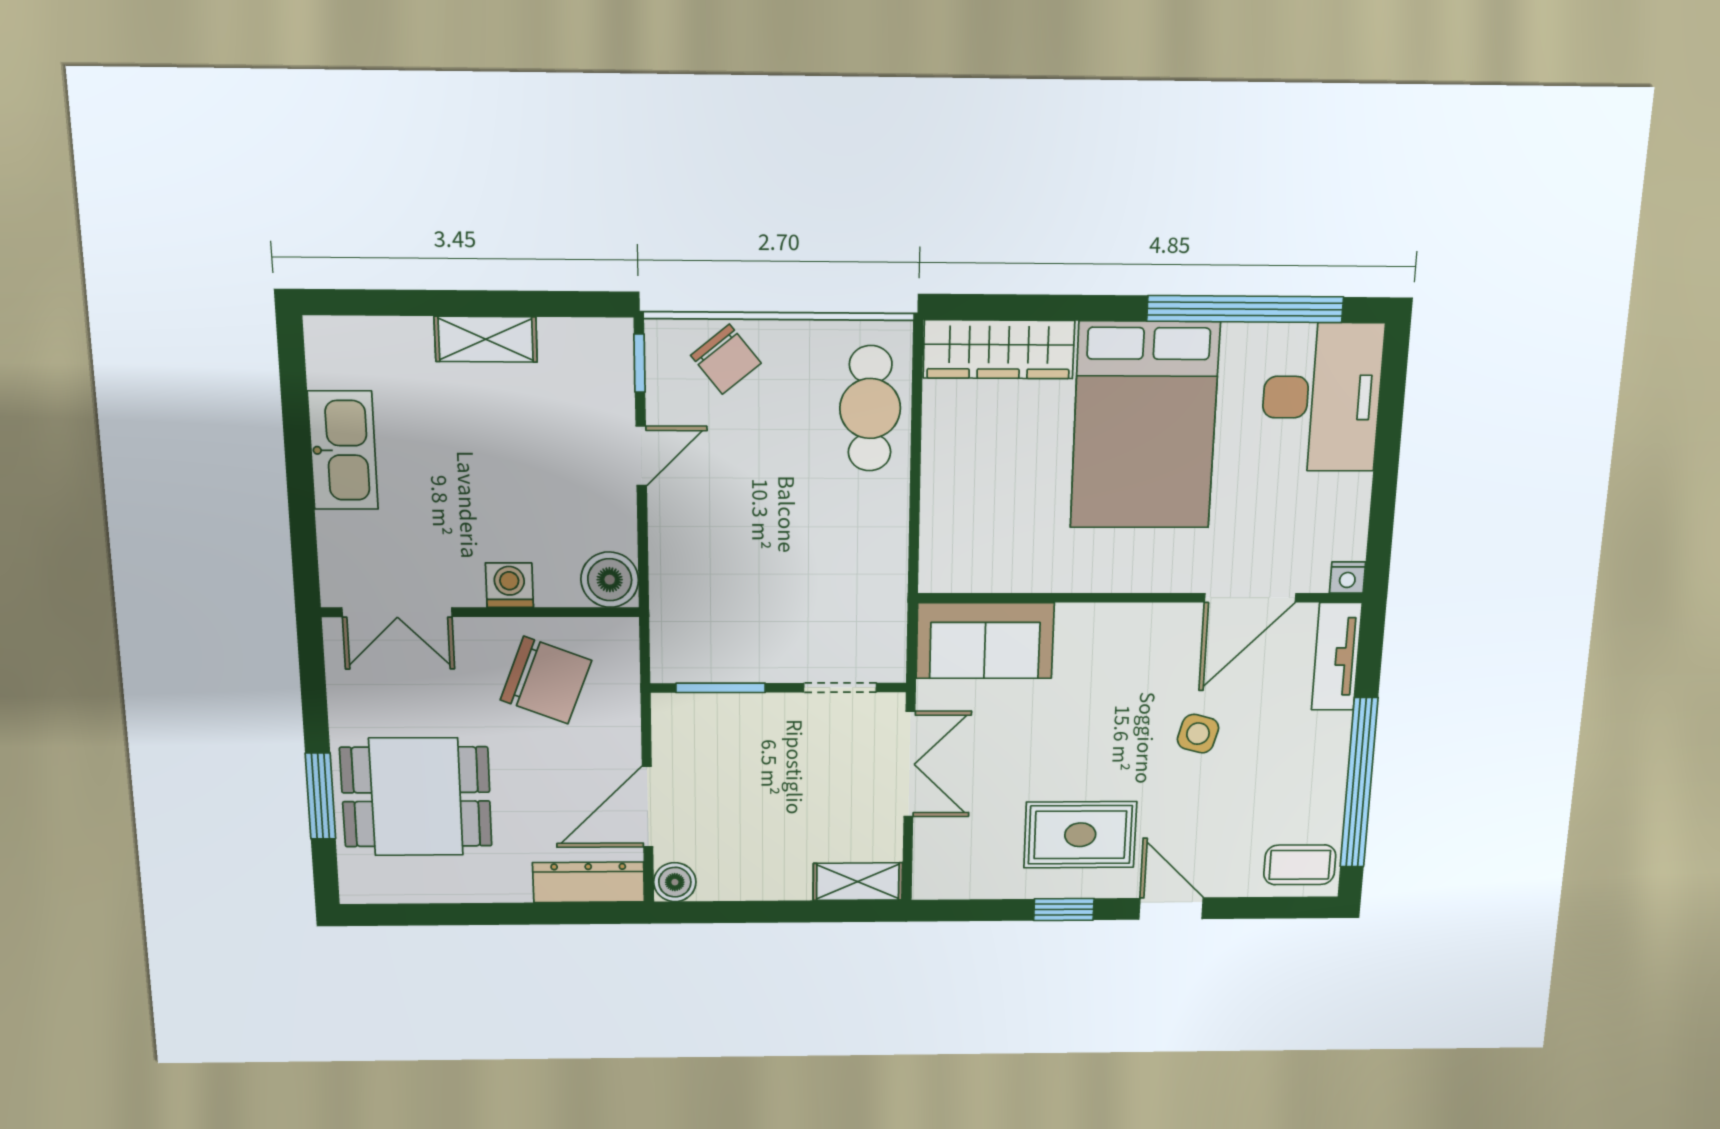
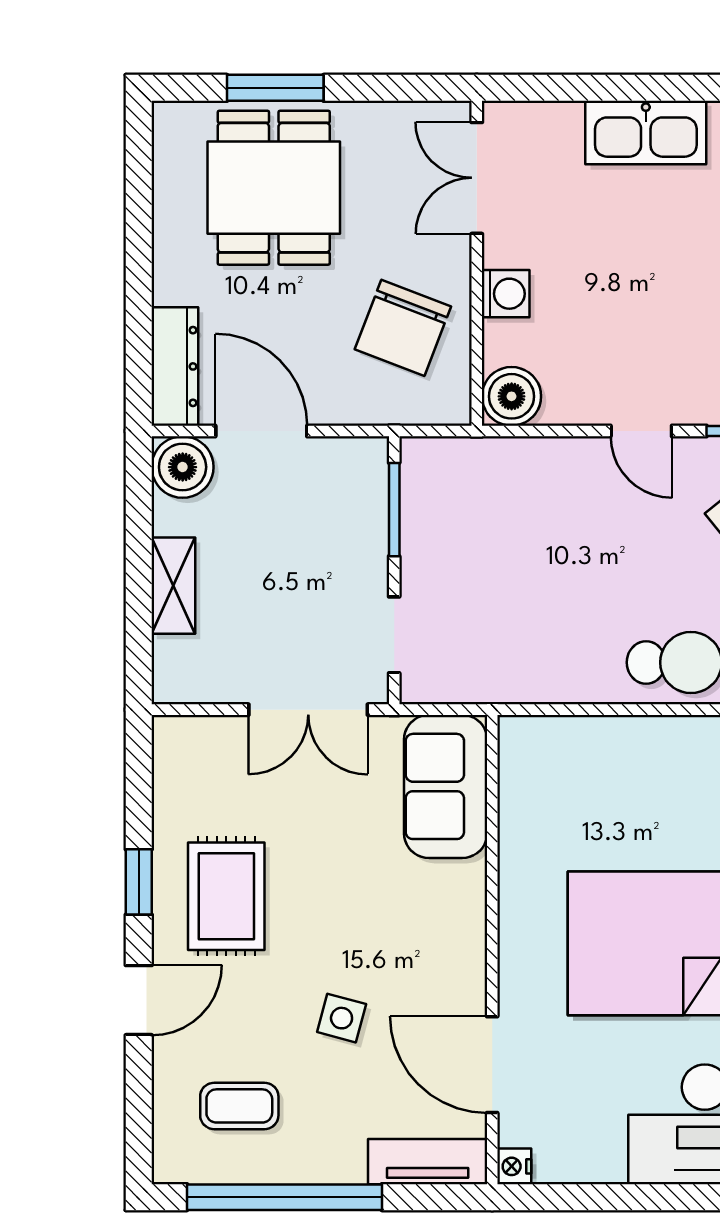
coffee table: (1300, 865) -> (239, 1106), moved, turned 90
boiler: (675, 882) -> (183, 467), width x1.36, depth x1.36
shelving: (858, 882) -> (173, 586), moved

